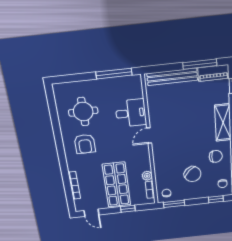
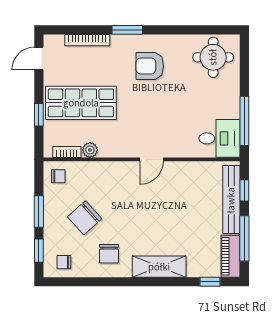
window: (165, 68) -> (244, 190), added
round table: (83, 112) -> (213, 57), moved
desk: (131, 113) -> (219, 138), moved, turned -90
door: (149, 136) -> (152, 159), swing flipped
window: (63, 161) -> (127, 30), added
window: (174, 204) -> (39, 212), moved

